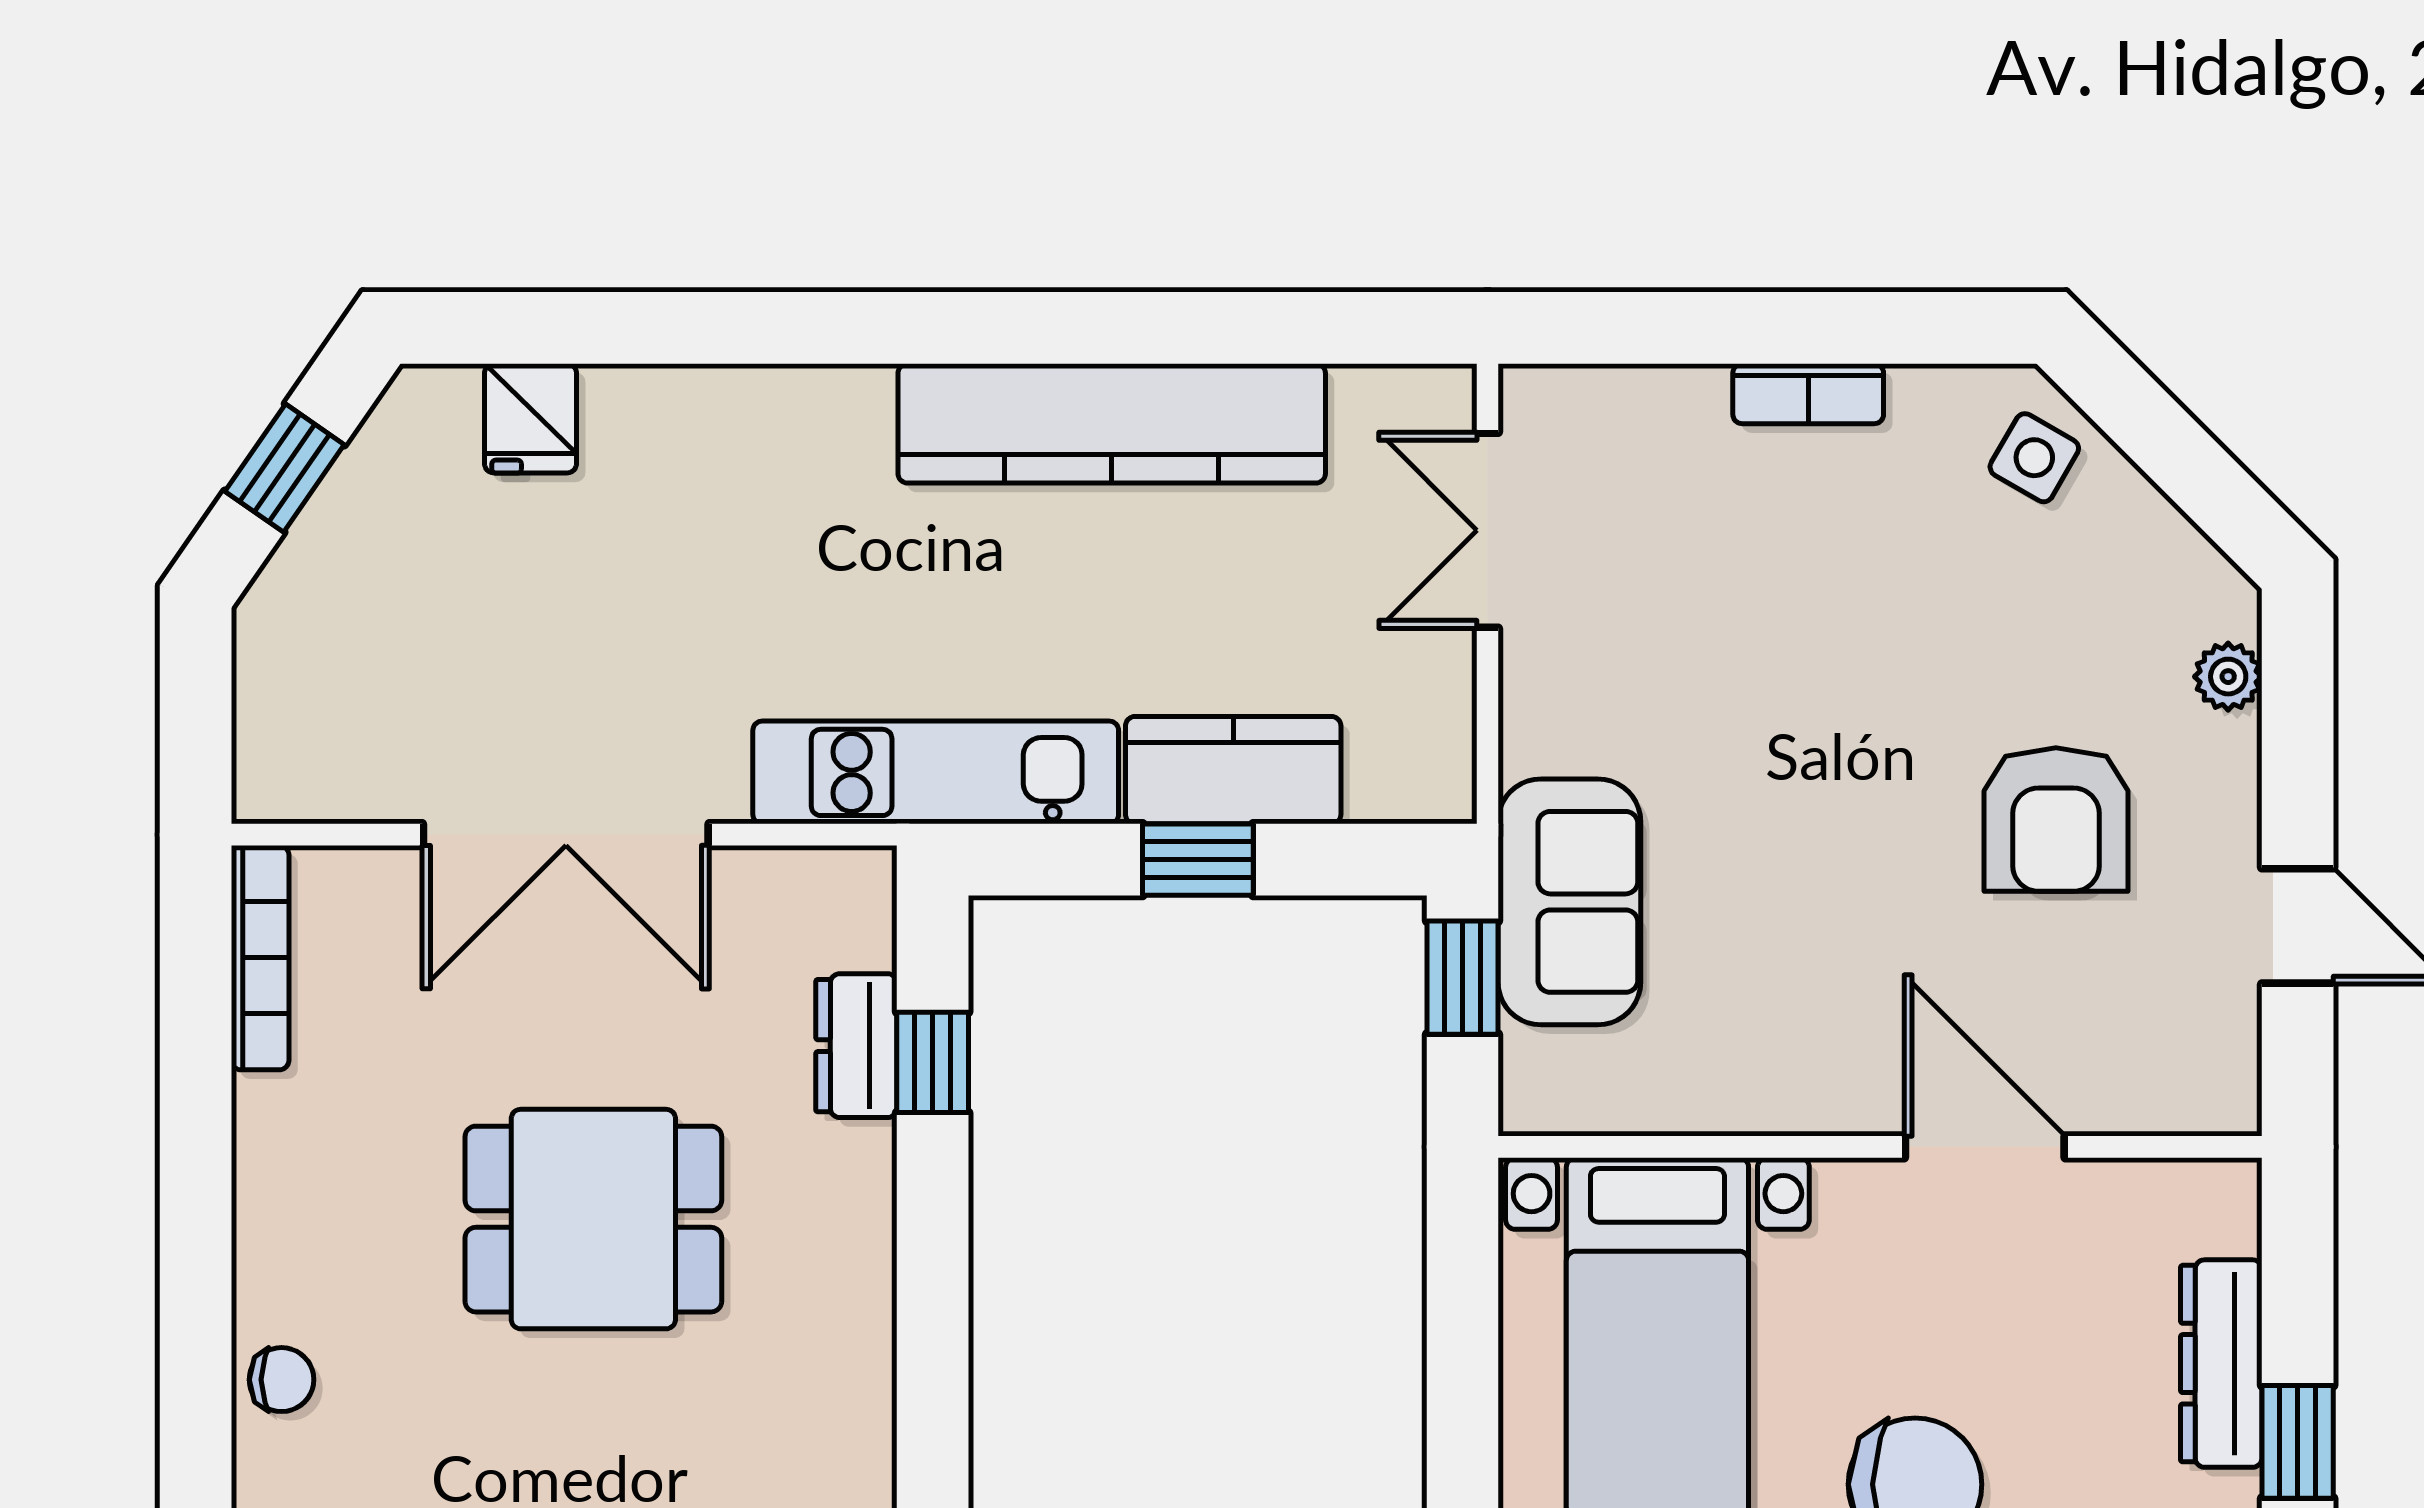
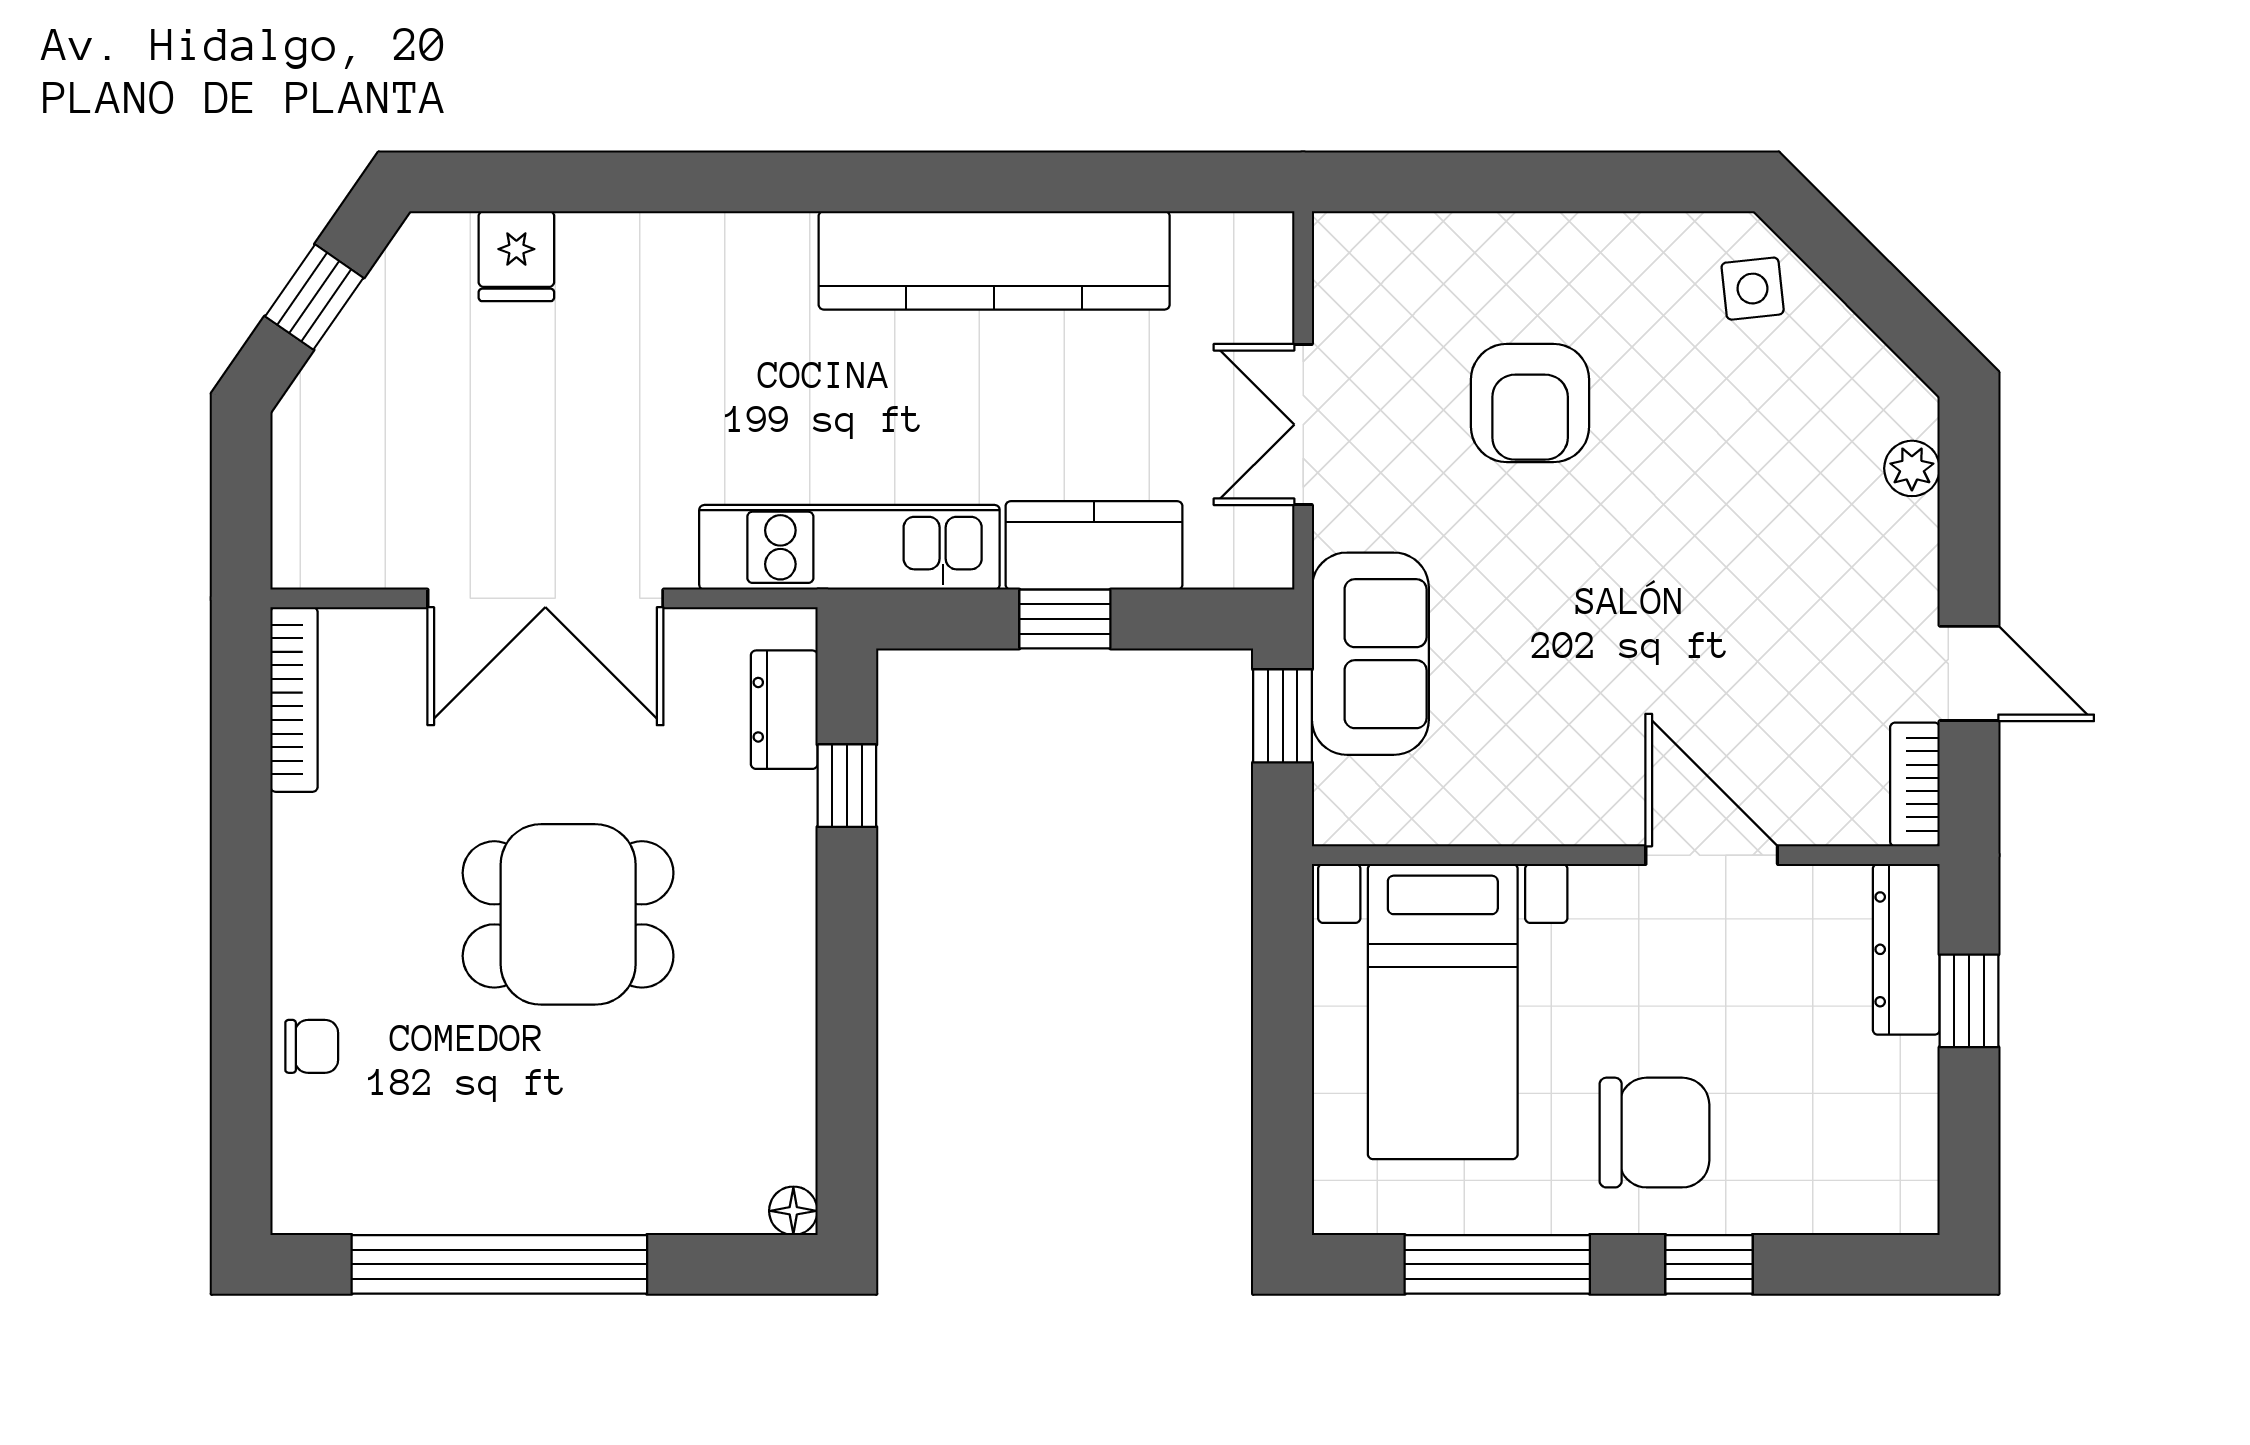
bookcase: (1808, 394) -> (1915, 784), moved, turned 90
side table: (2034, 458) -> (1753, 289), turned -36
double door: (1488, 530) -> (1303, 425), moved
armchair: (2056, 819) -> (1530, 403), moved
dresser: (856, 1046) -> (784, 710), moved
dresser: (2221, 1364) -> (1906, 949), moved
window: (2298, 1442) -> (1969, 1001), moved

